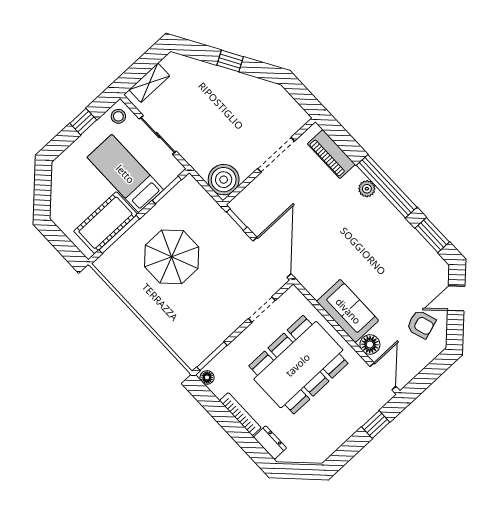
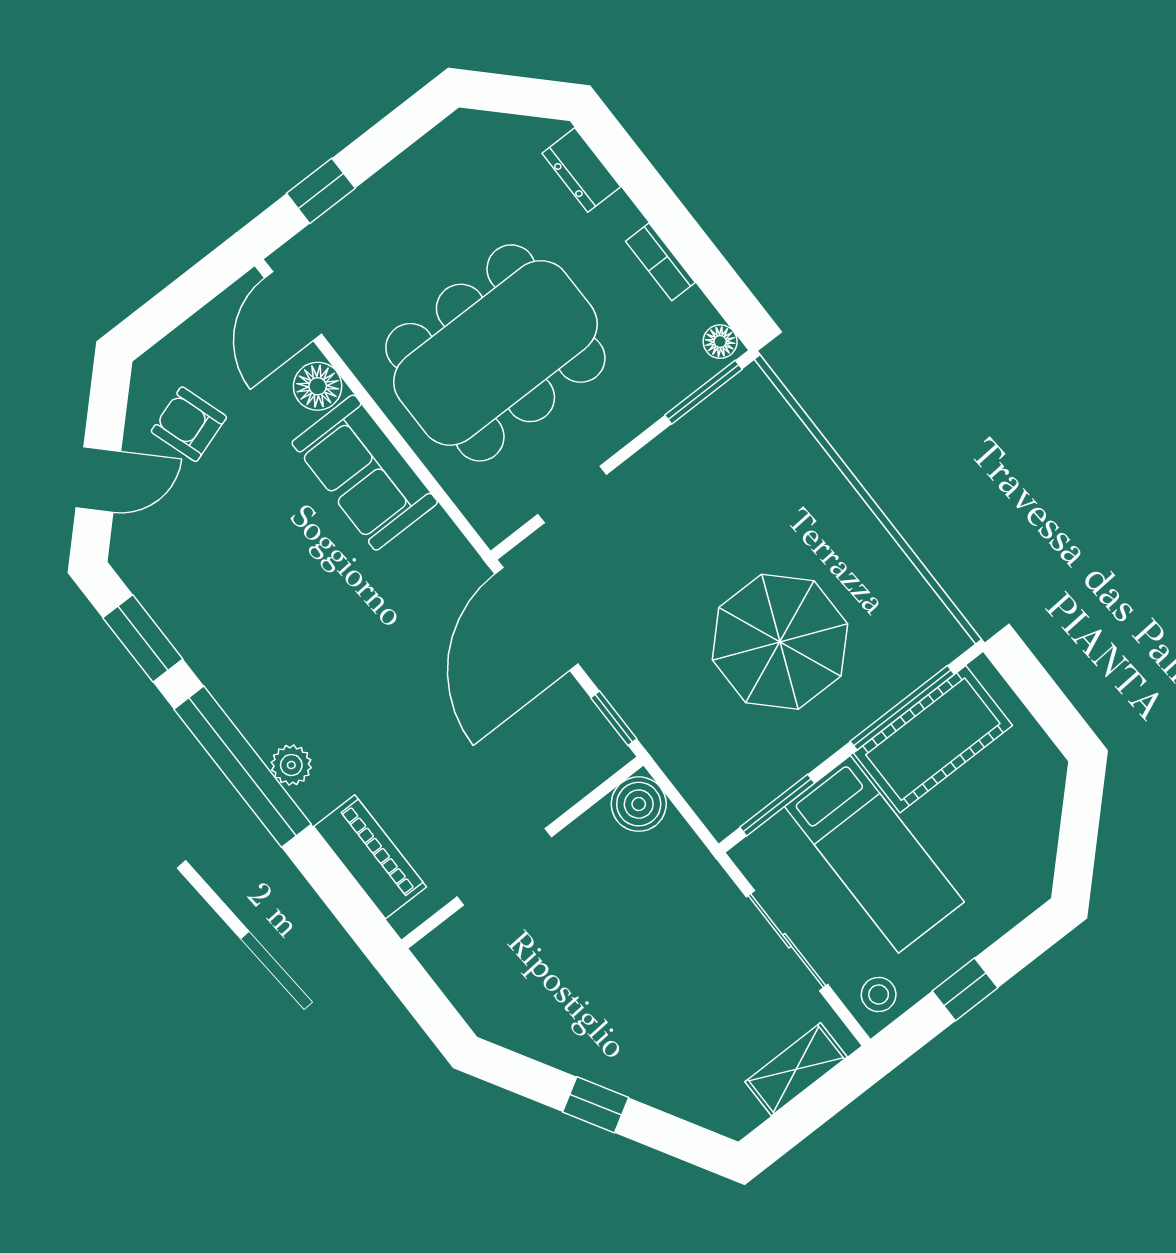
boiler: (224, 180) -> (639, 804), width x0.73, depth x0.73
bookcase: (240, 414) -> (660, 262), width x0.64

